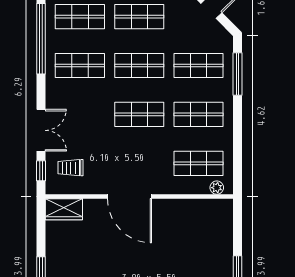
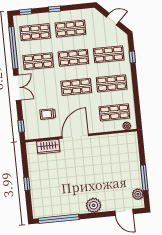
window: (237, 74) -> (132, 57), width x0.46
double door: (41, 130) -> (17, 88), moved
trolley: (71, 168) -> (48, 114), moved
door: (130, 196) -> (75, 136), swing flipped
wardrobe: (64, 209) -> (48, 147), moved

